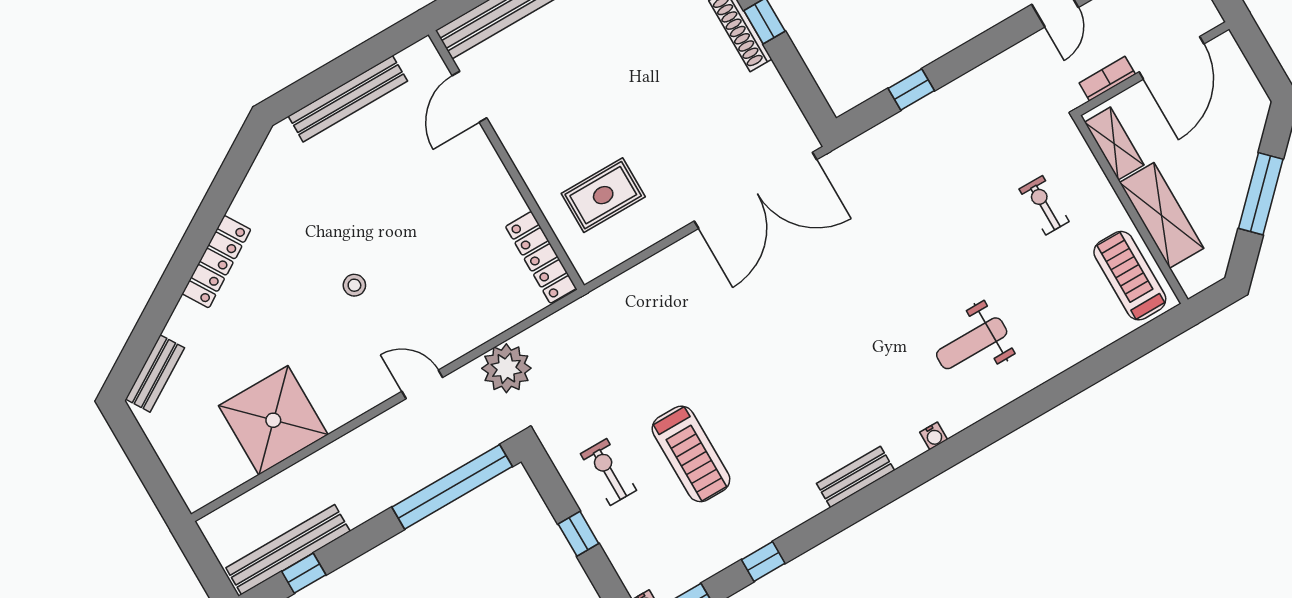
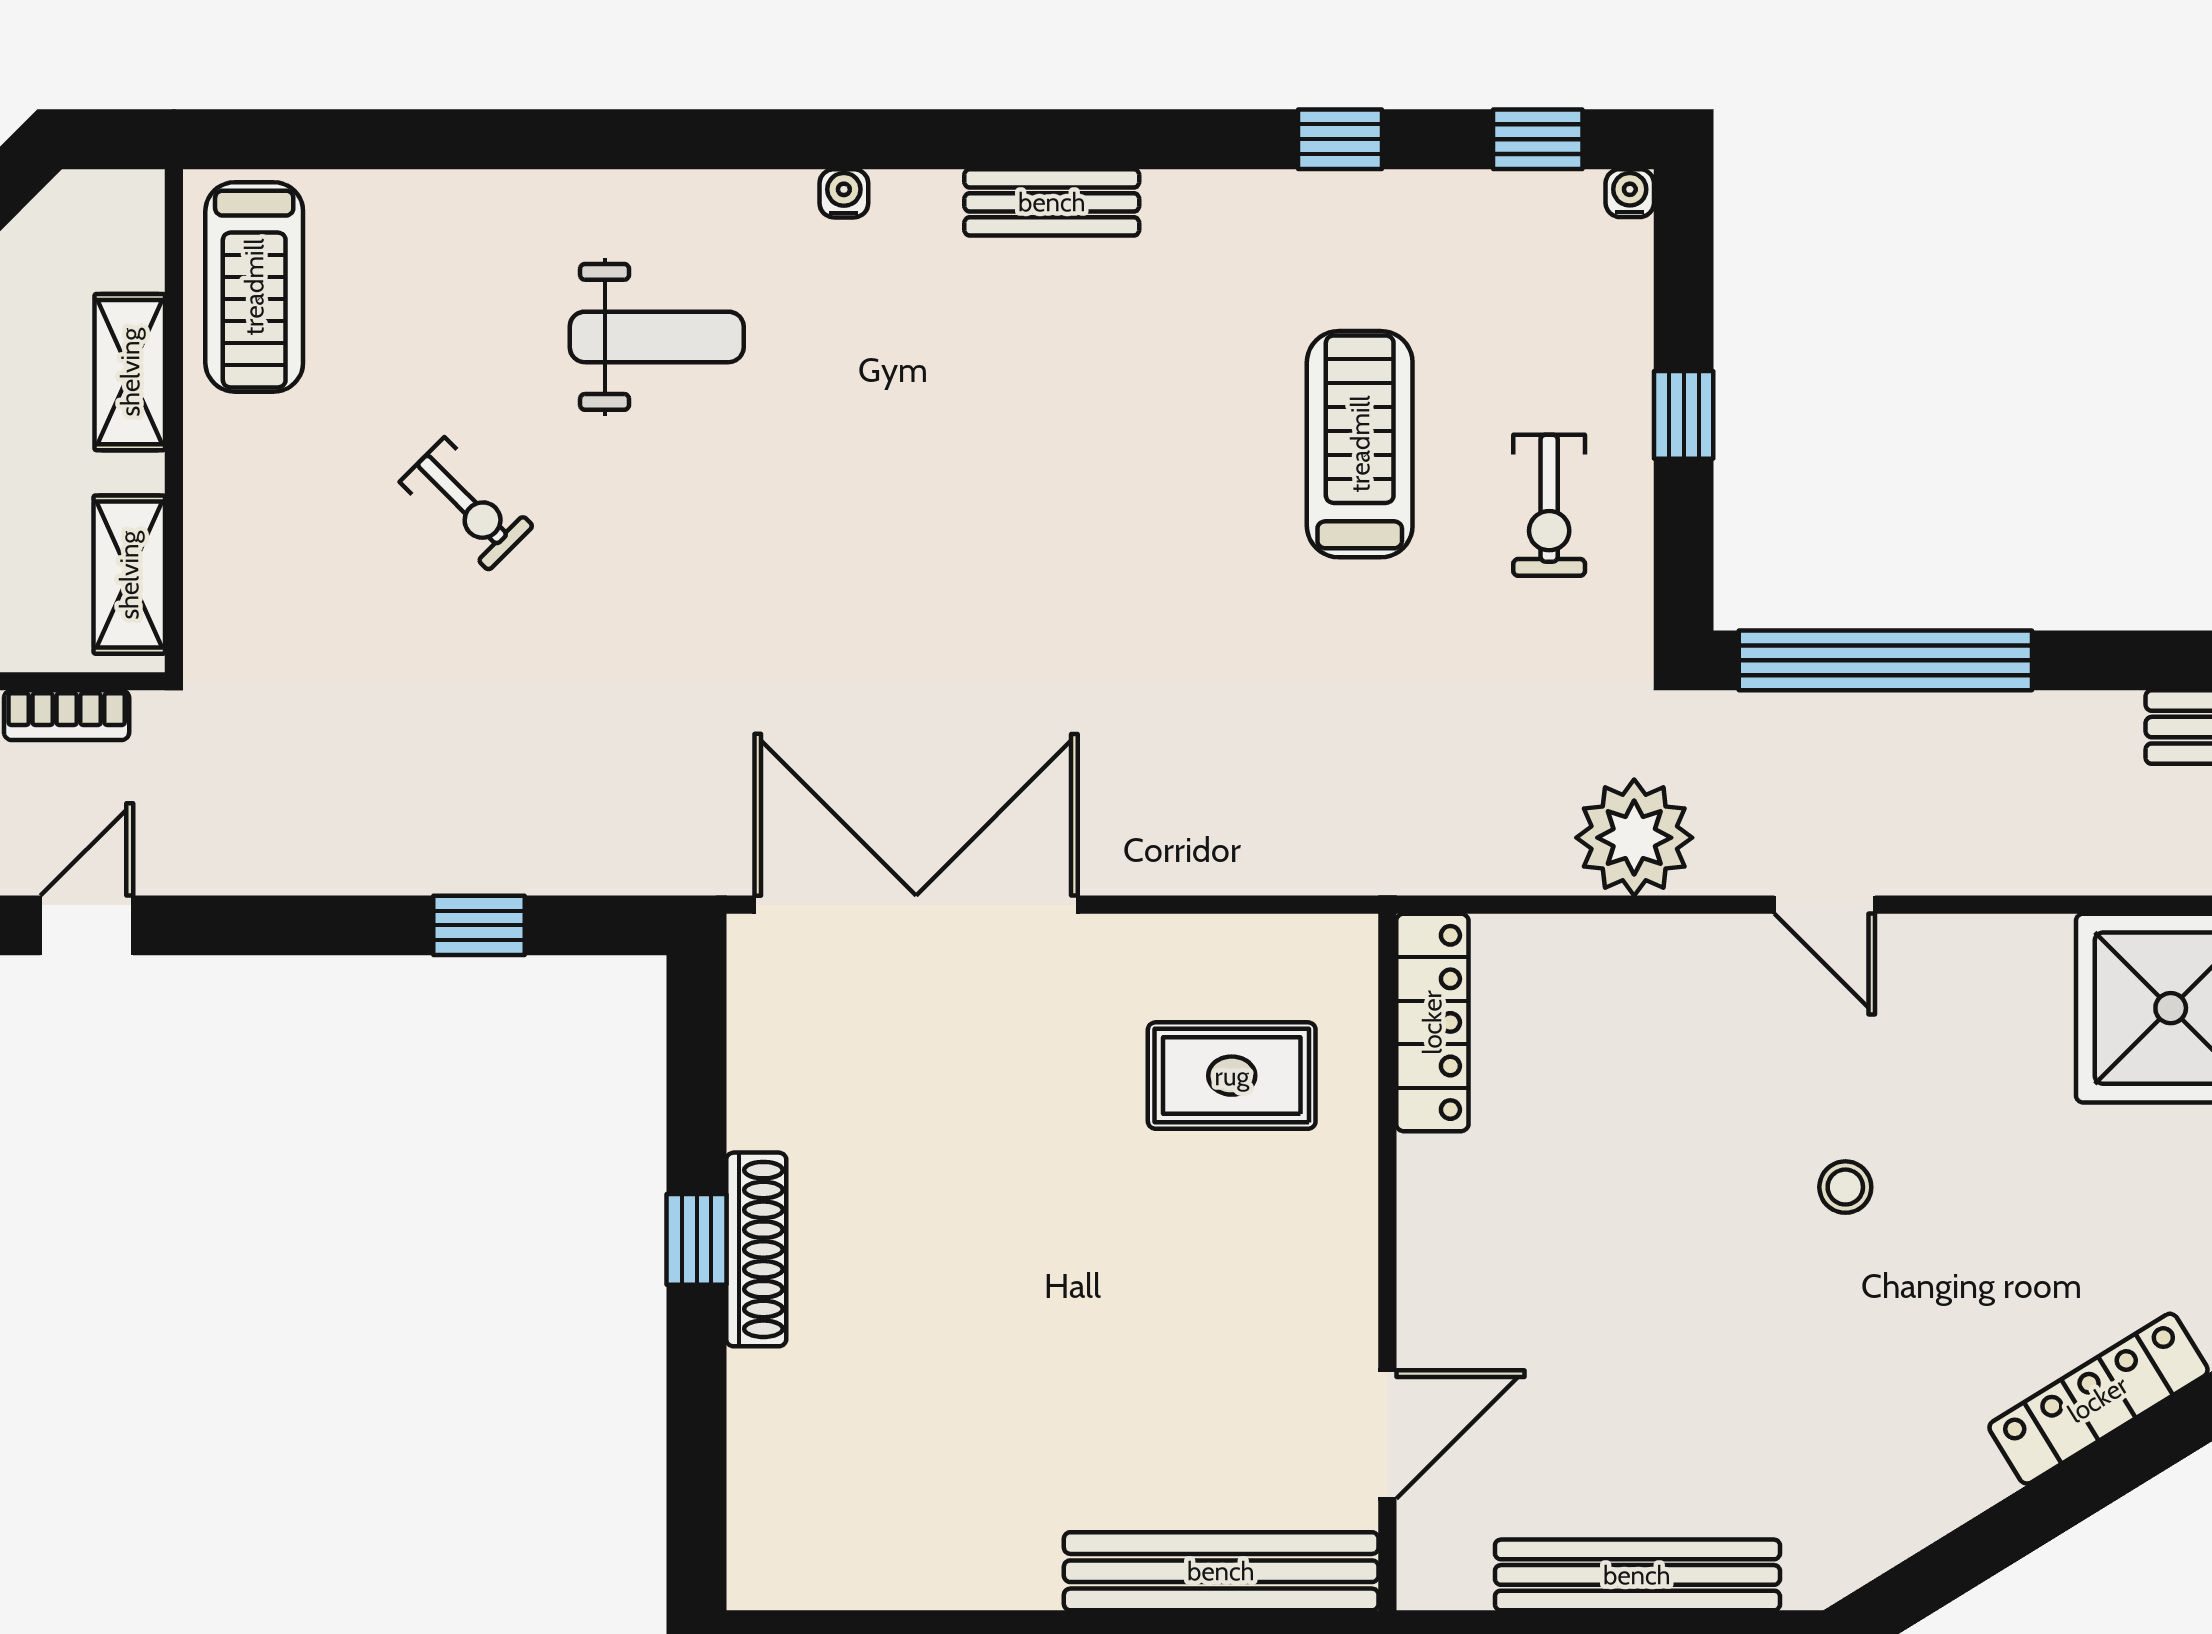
exercise bike: (1044, 205) -> (466, 504), moved, turned -45
shelving: (1162, 215) -> (130, 372), width x0.67, depth x0.75

